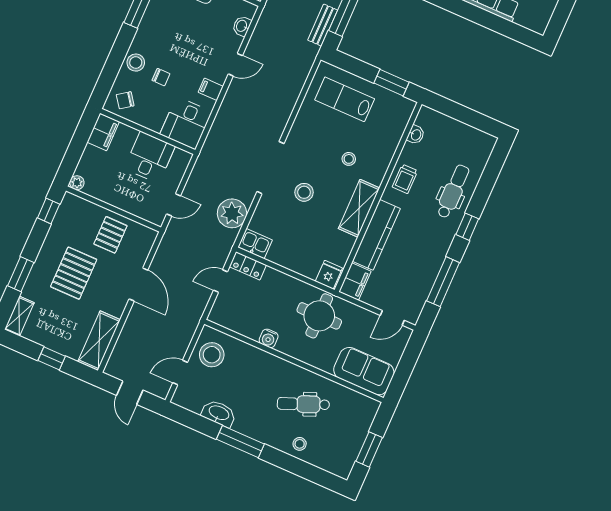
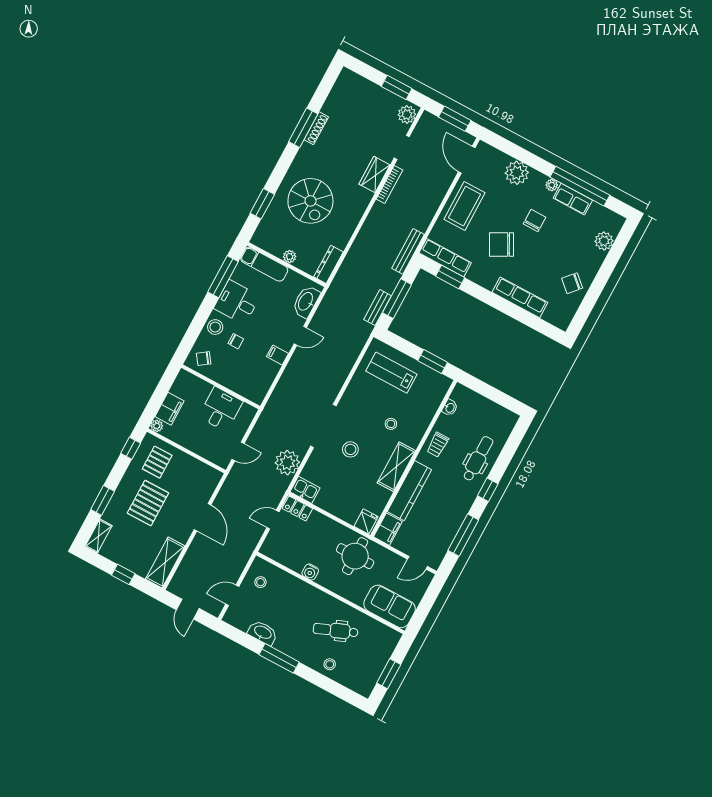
washbasin: (242, 26) -> (306, 302), width x1.91, depth x1.45
desk: (186, 123) -> (237, 302), moved, turned 90
filing cabinet: (103, 132) -> (170, 409), moved
pallet: (110, 235) -> (157, 462), moved
stool: (212, 355) -> (260, 582), width x0.53, depth x0.53

